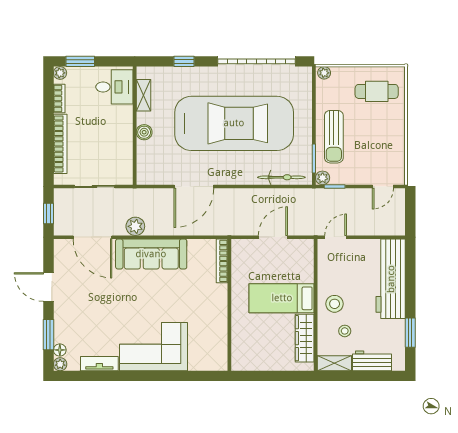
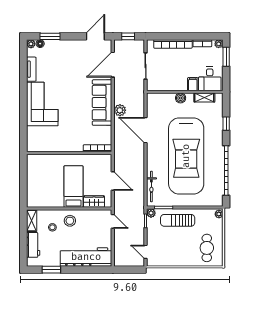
filing cabinet: (123, 113) -> (193, 84), added
plant: (135, 226) -> (120, 110), moved
door: (48, 287) -> (95, 36), moved
wardrobe: (305, 338) -> (94, 201), moved, width x0.67

